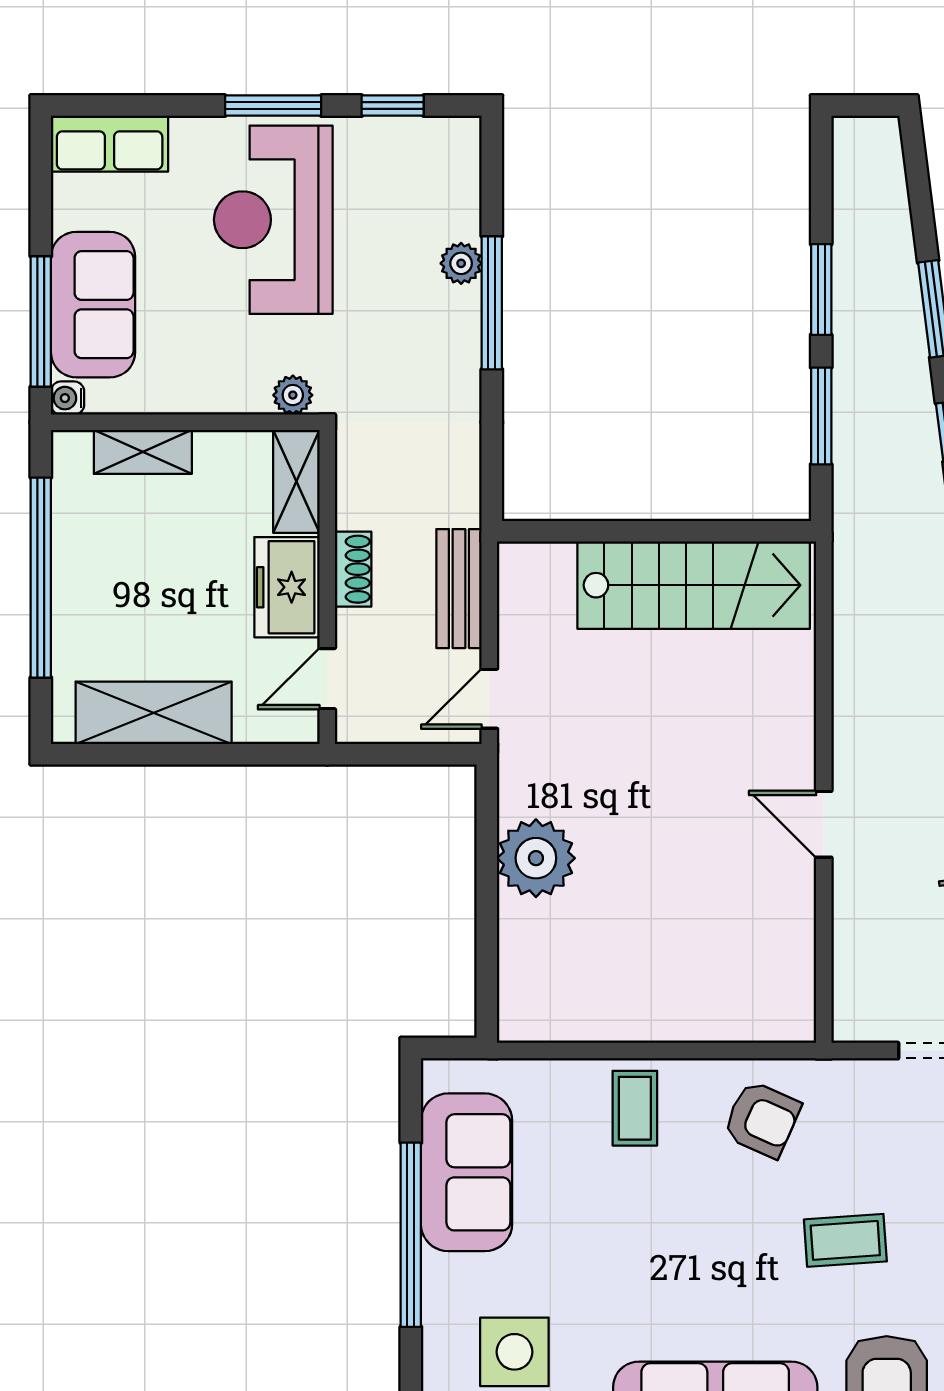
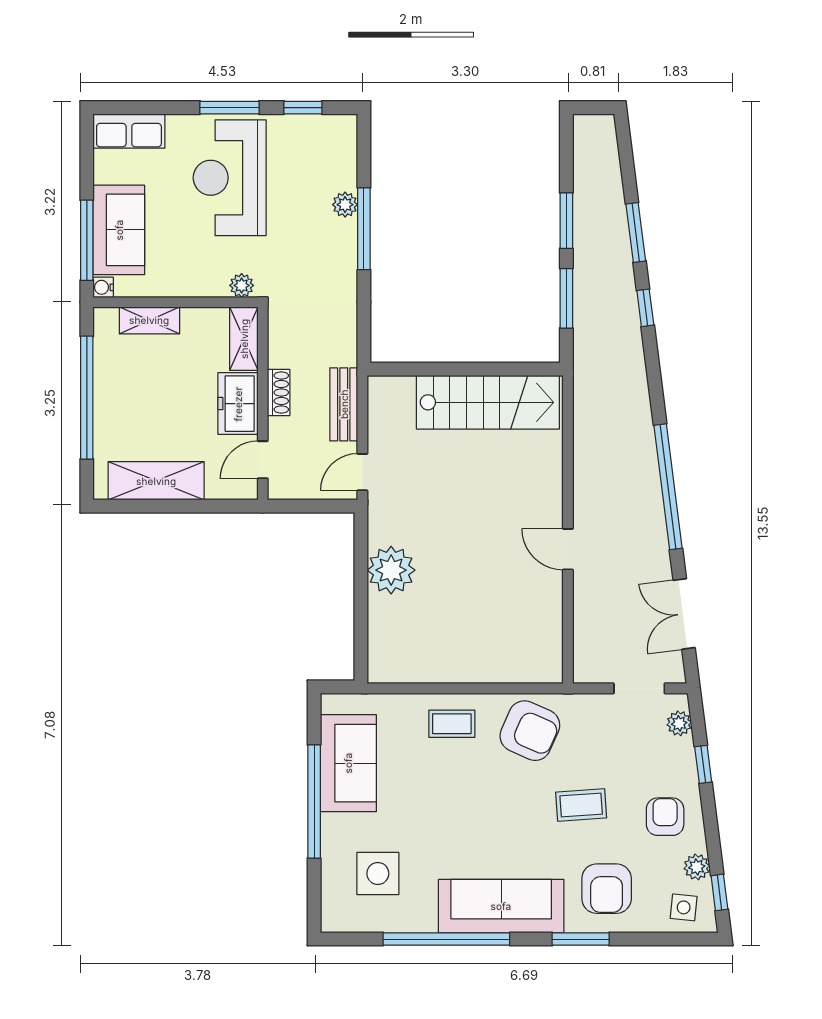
coffee table: (635, 1108) -> (452, 724), turned 90
armchair: (762, 1119) -> (530, 731), width x1.38, depth x1.38

